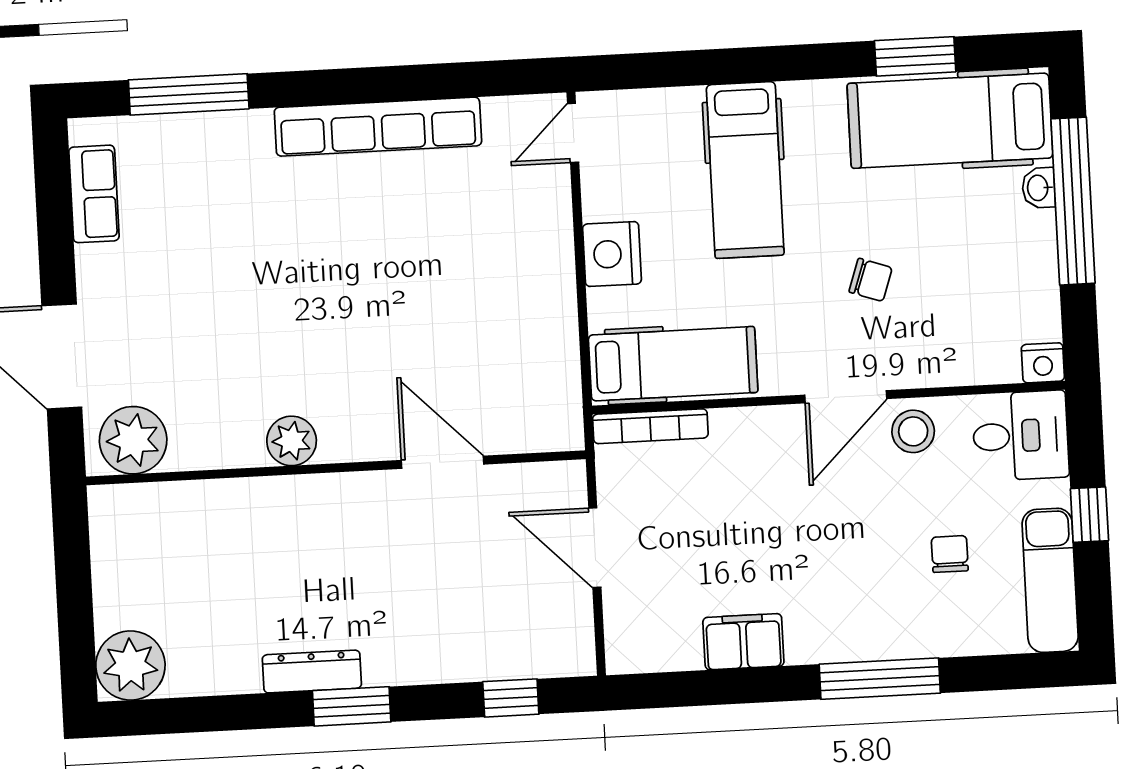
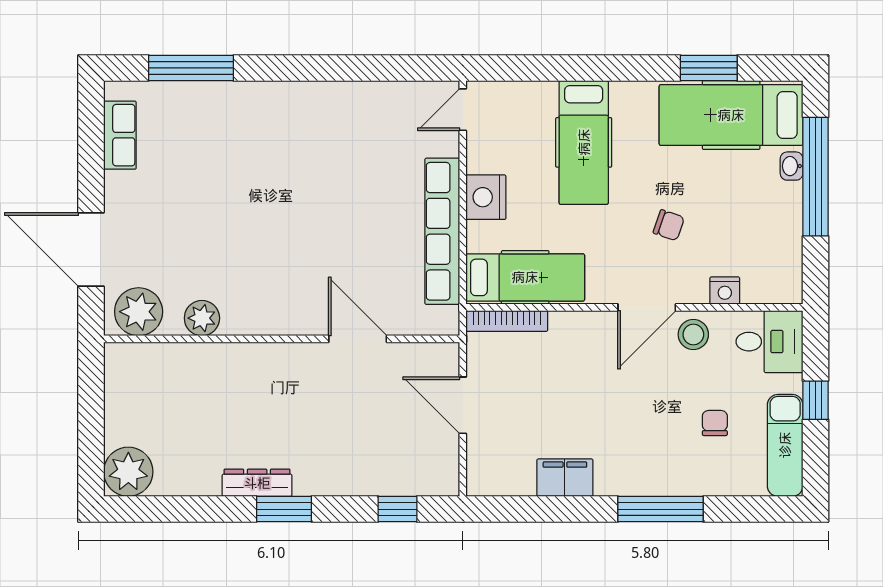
row of seats: (378, 127) -> (442, 231), moved, turned 90
nightstand: (1043, 363) -> (725, 291), moved
plant: (292, 441) -> (202, 318), moved

